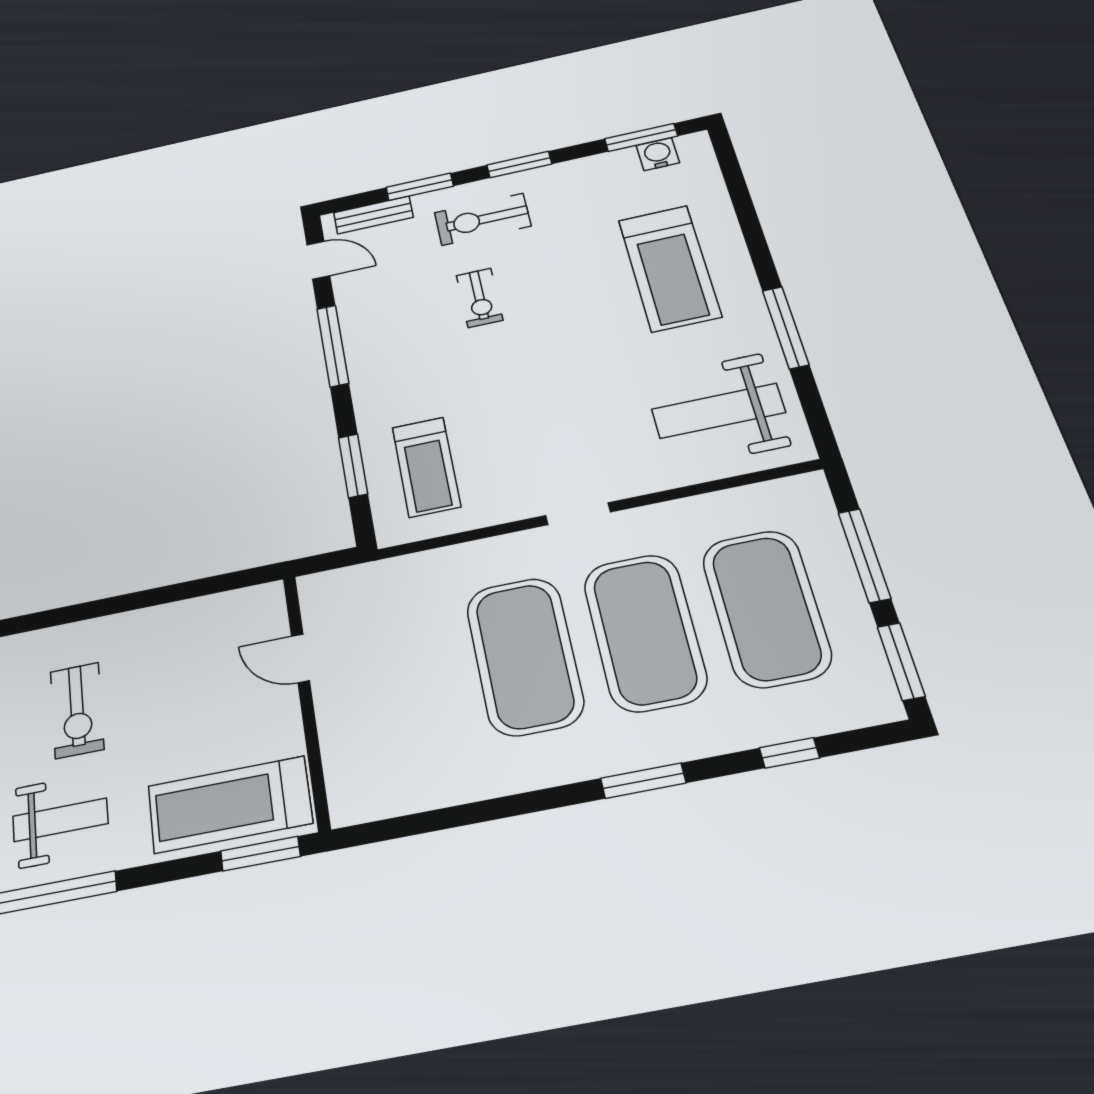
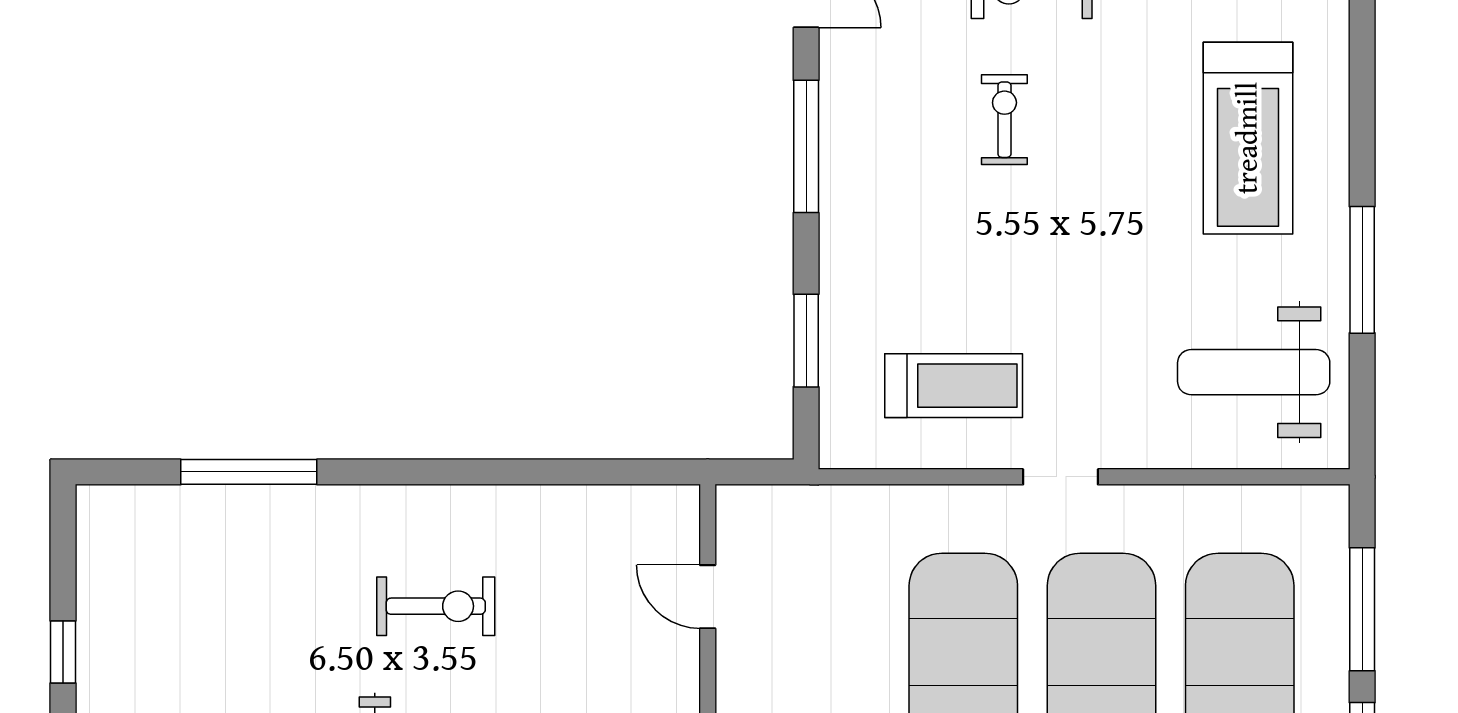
exercise bike: (479, 298) -> (1004, 120), turned 180
treadmill: (426, 467) -> (954, 386), moved, turned -90
exercise bike: (77, 710) -> (436, 606), turned -90

